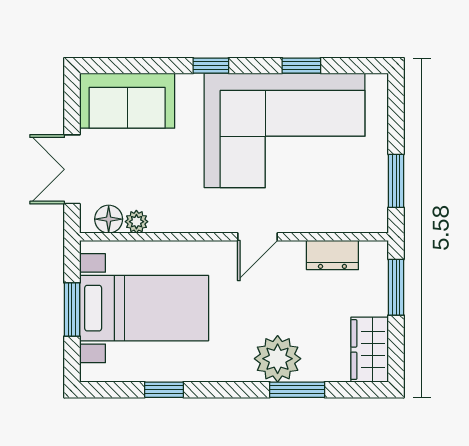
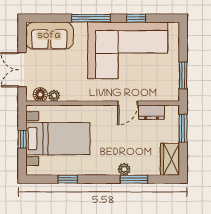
window: (211, 66) -> (91, 18), width x2.17
door: (258, 237) -> (128, 103), moved
window: (72, 309) -> (22, 139), width x0.67
plant: (278, 359) -> (124, 169), width x0.53, depth x0.53

